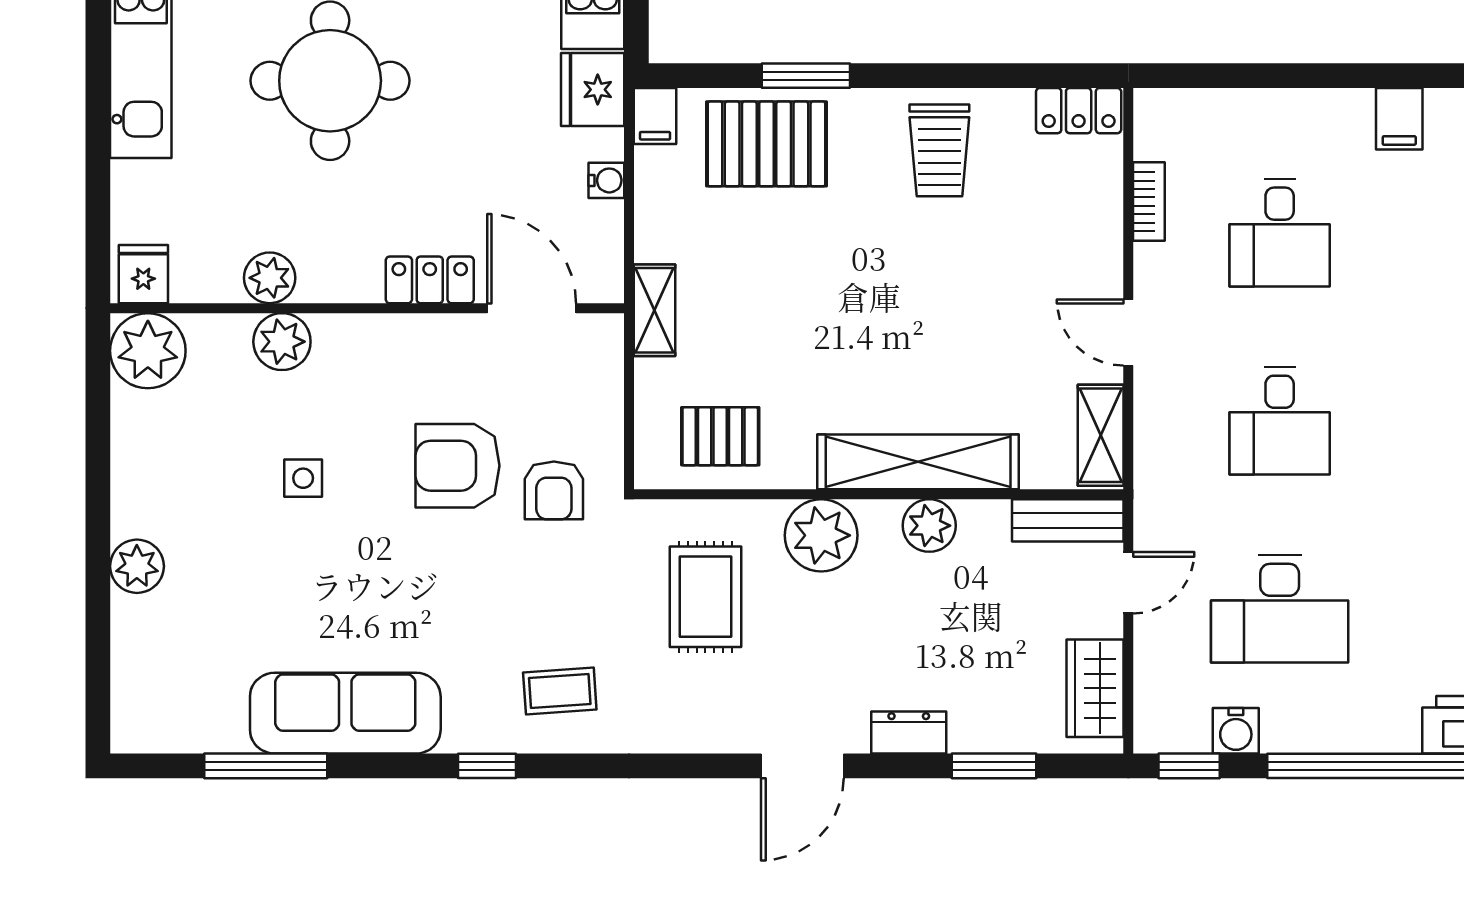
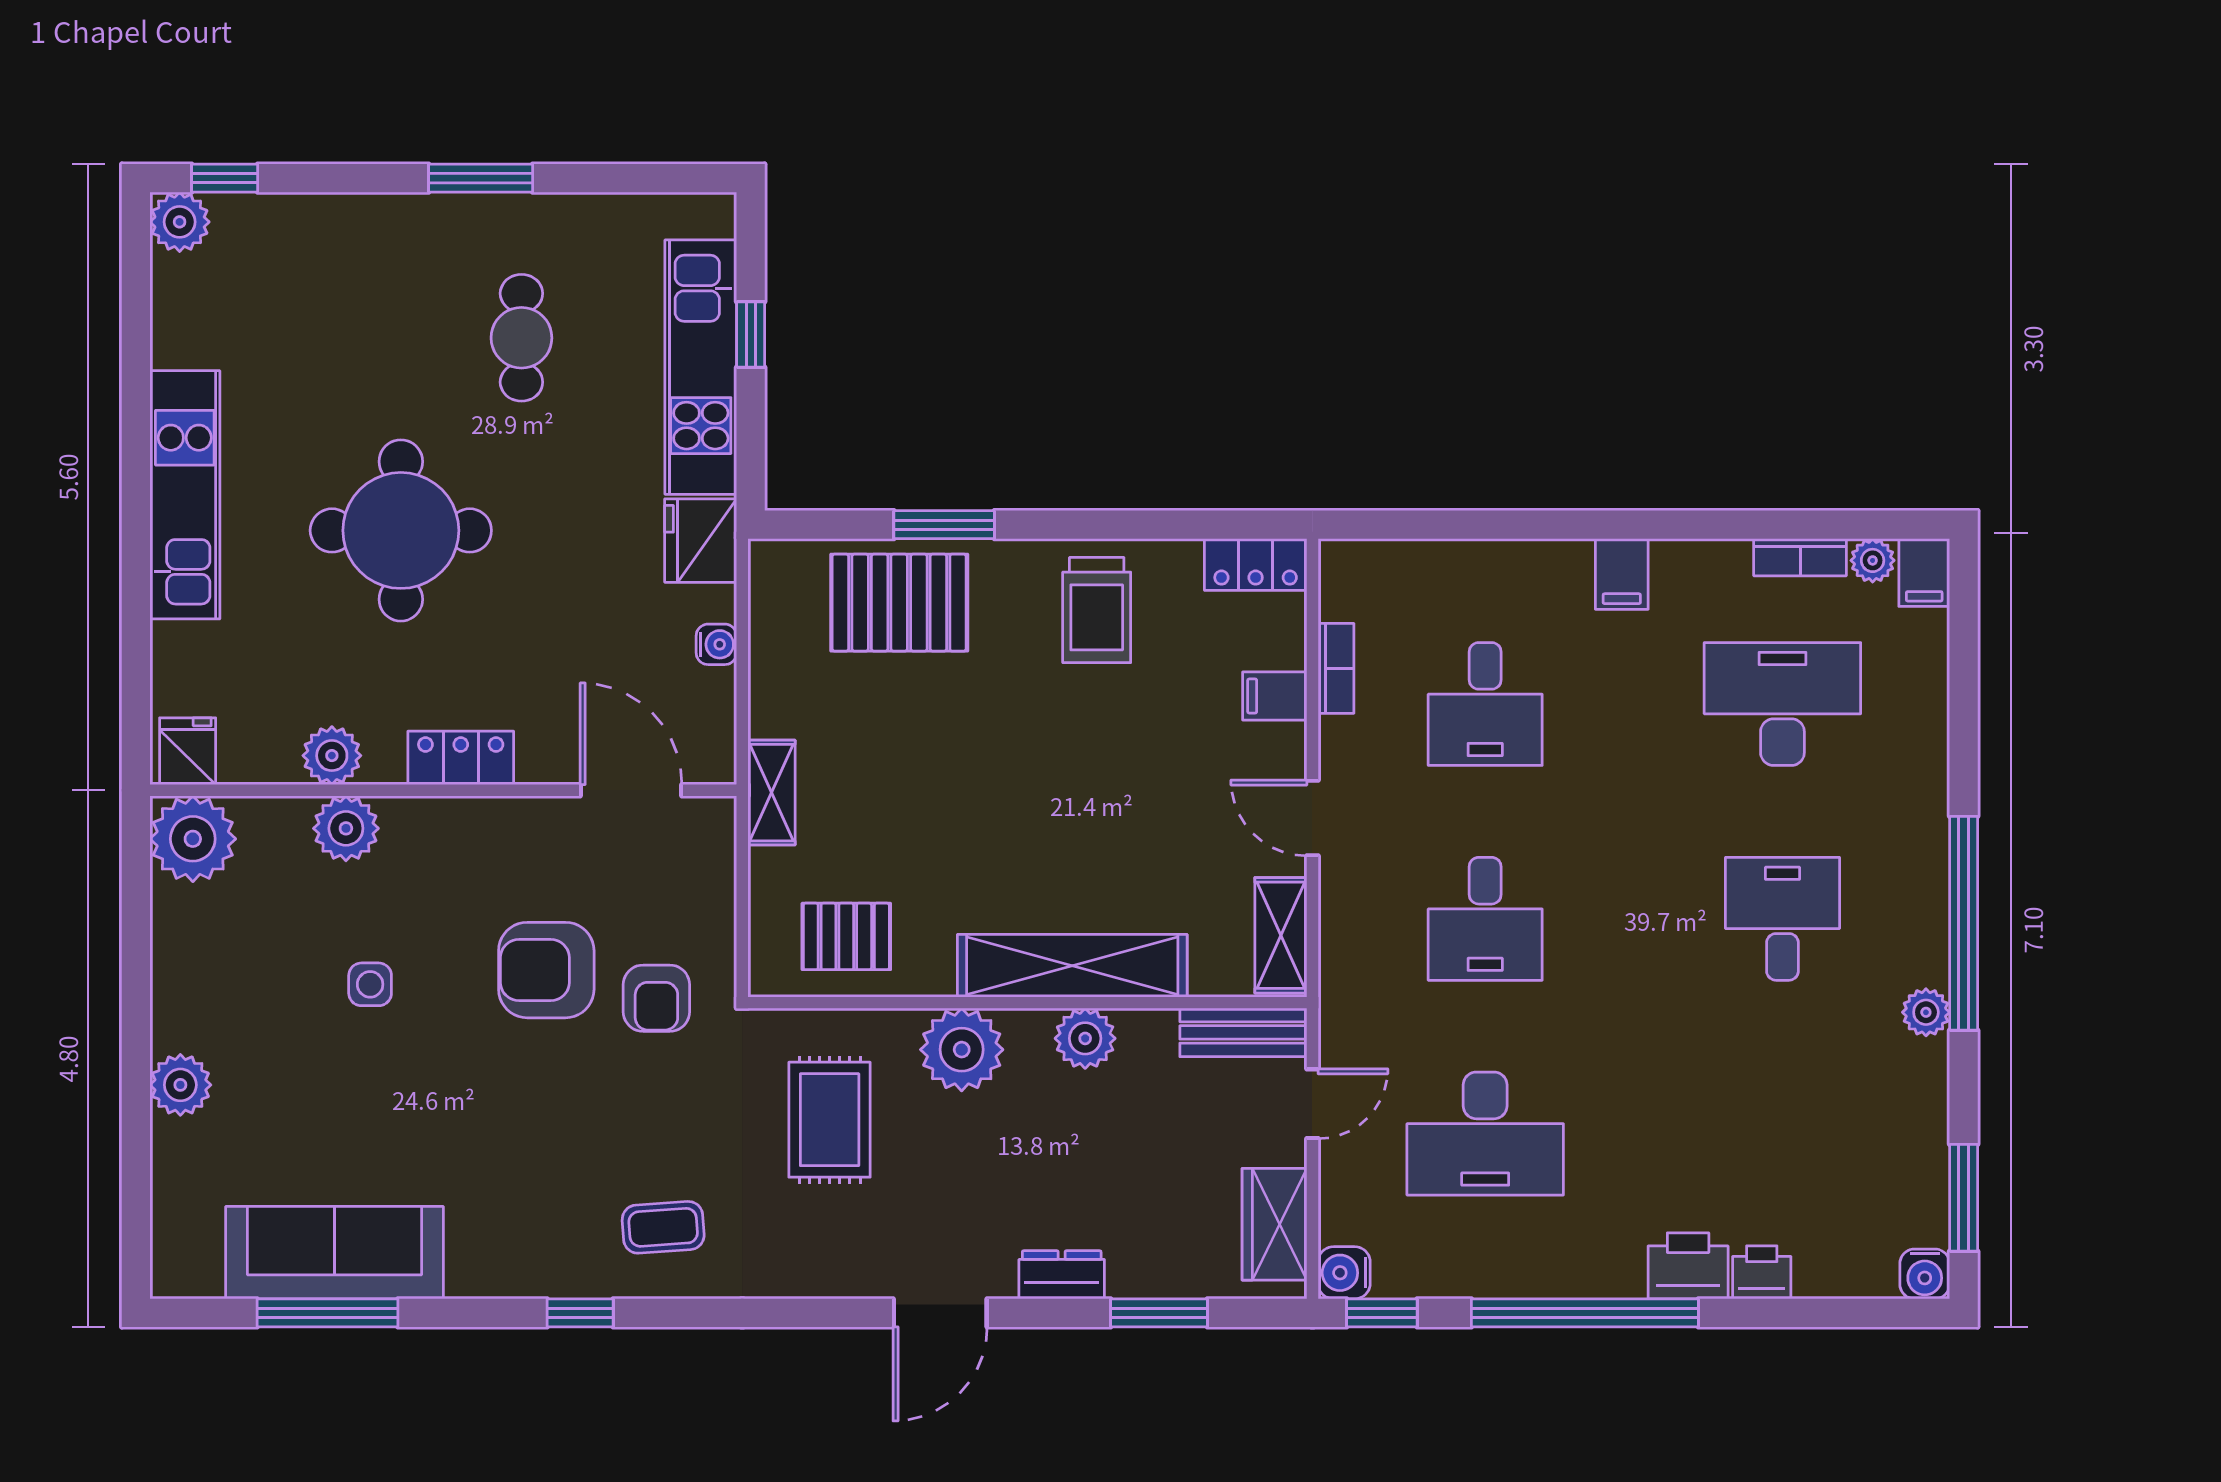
filing cabinet: (655, 116) -> (1275, 696), moved, turned 90
locker: (430, 280) -> (461, 758), moved
sofa: (345, 713) -> (334, 1253), moved
water cooler: (1236, 731) -> (1344, 1273), moved, turned 90

